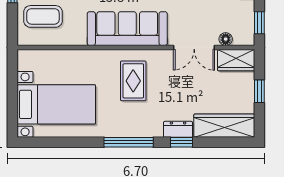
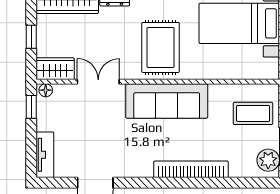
floor lamp: (226, 39) -> (46, 90), moved
rug: (133, 81) -> (161, 47), width x1.36, depth x1.43

